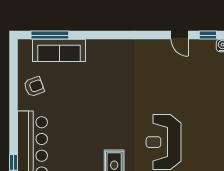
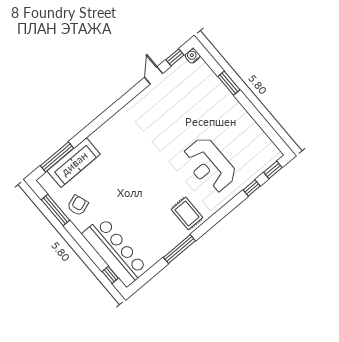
door: (180, 35) -> (154, 75), swing flipped
window: (13, 75) -> (55, 210), added

